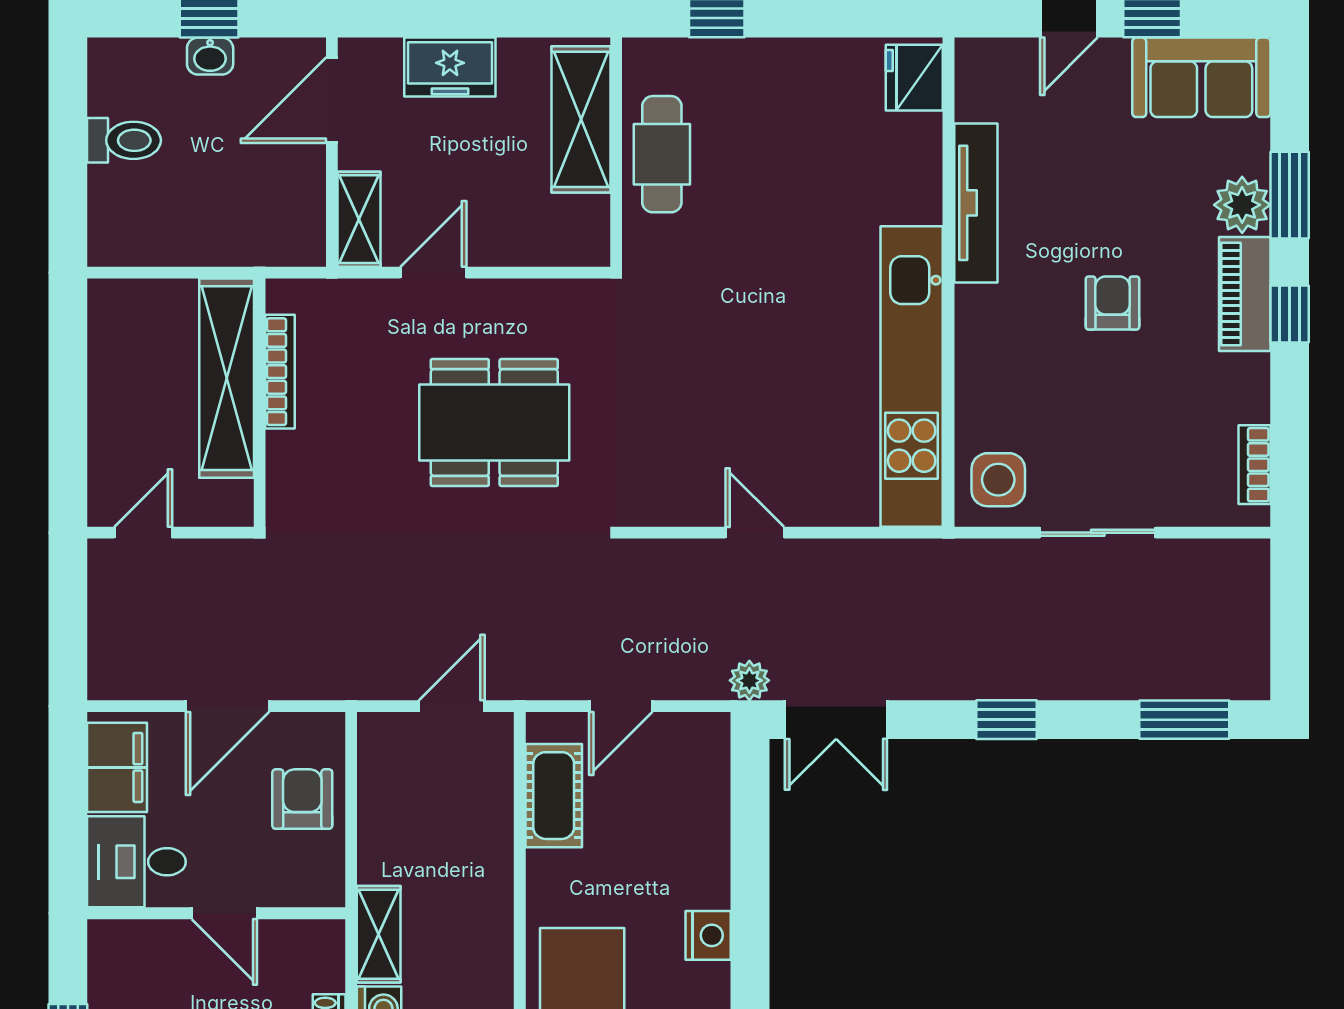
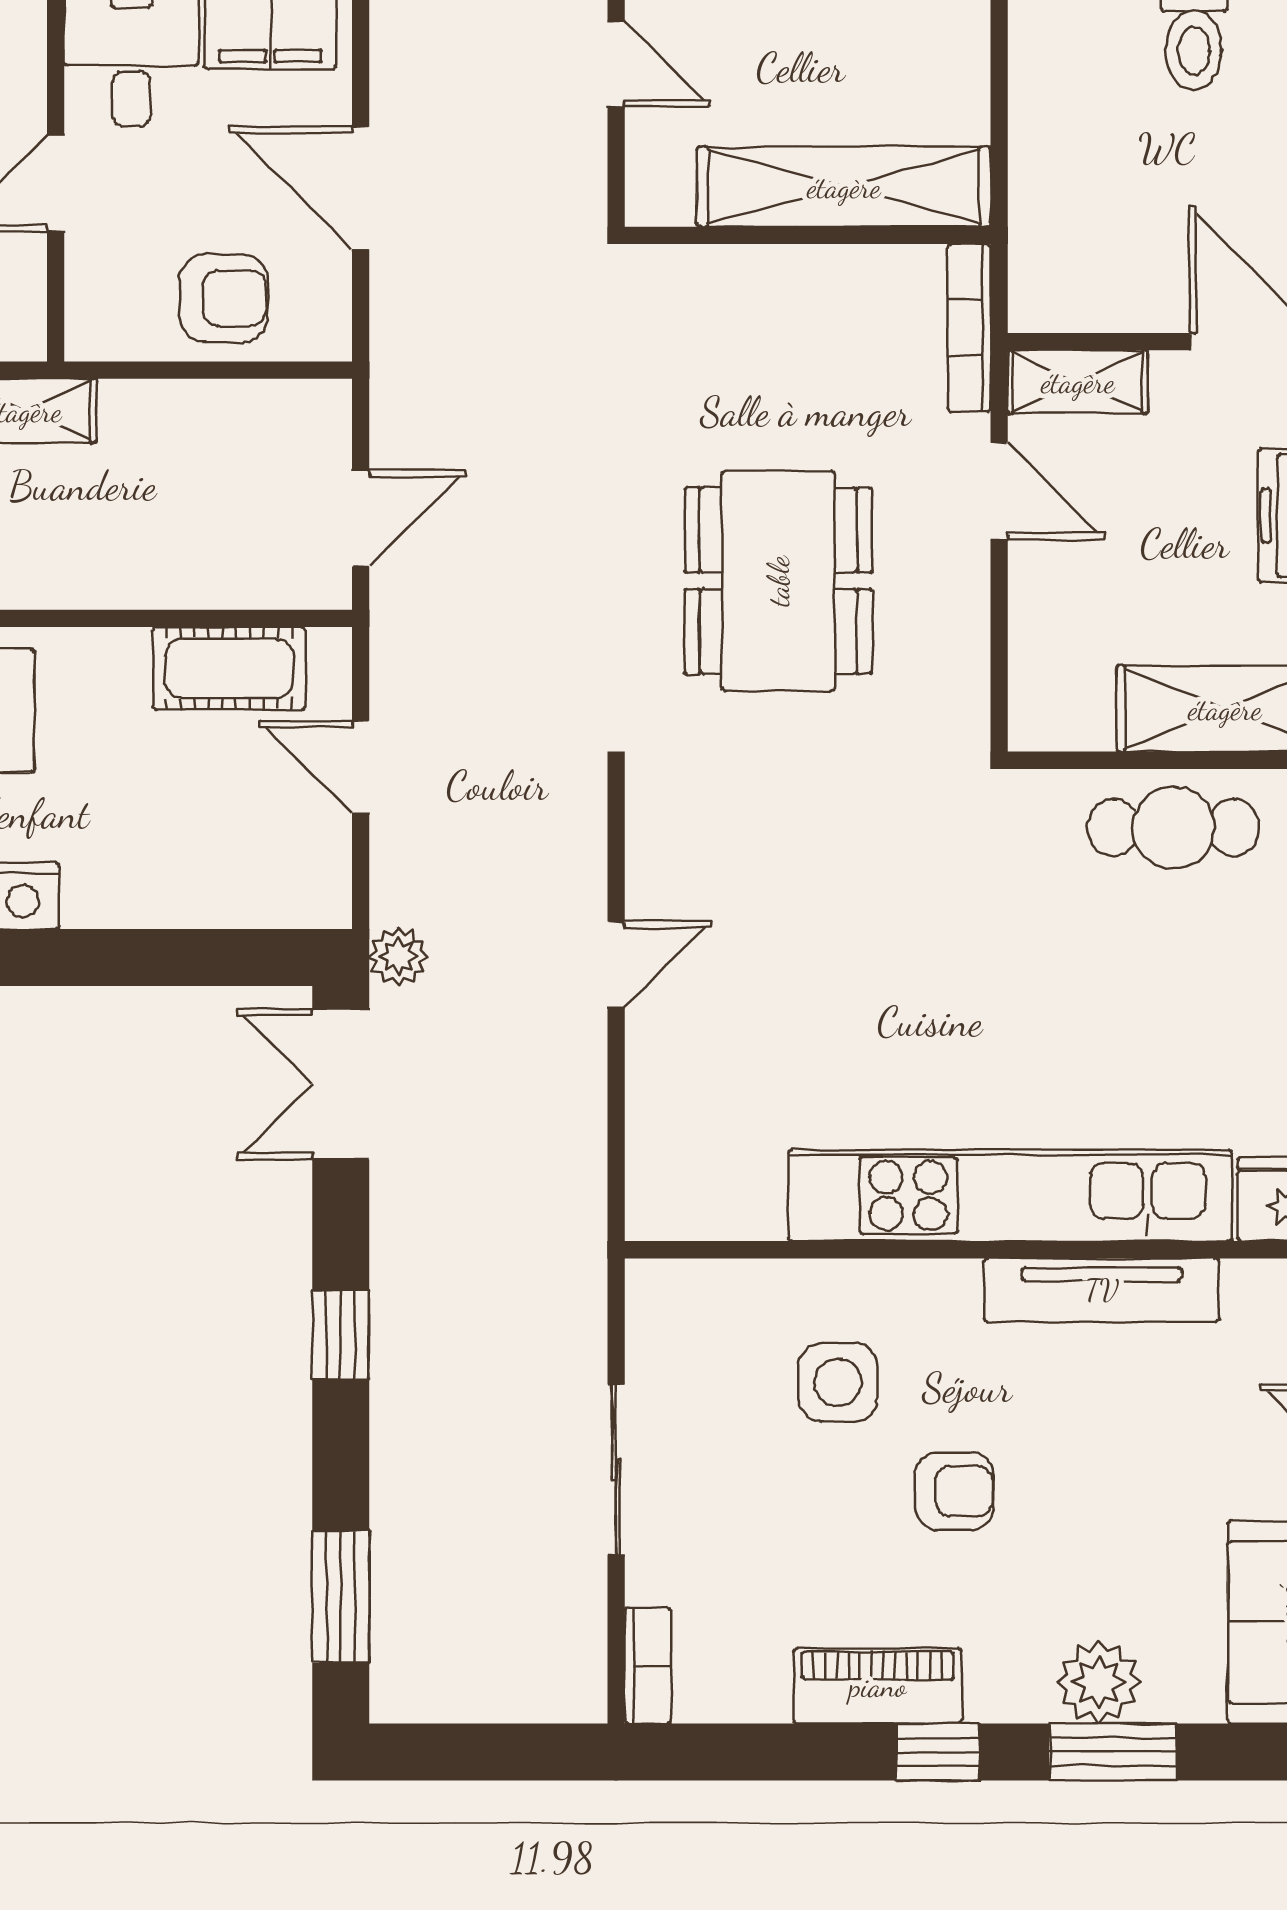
piano: (1245, 294) -> (878, 1686), moved
bookcase: (280, 372) -> (969, 328), moved, turned 90
kitchen unit: (912, 376) -> (1010, 1195), moved
bookcase: (1254, 465) -> (648, 1665), moved, turned 90
side table: (998, 480) -> (838, 1382), moved
door: (452, 706) -> (361, 518), hinge flipped

